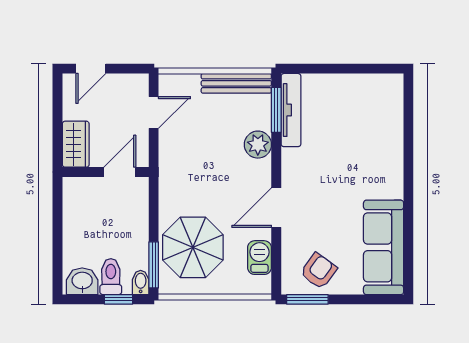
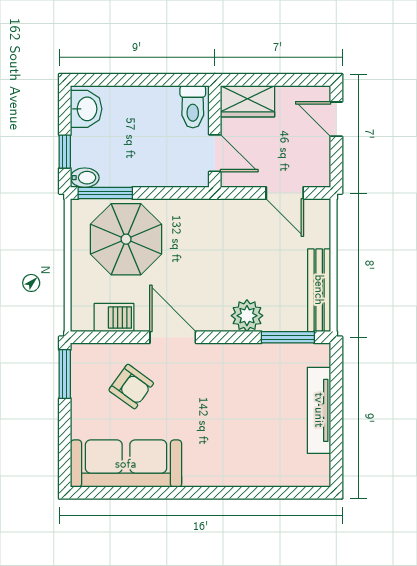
tv unit: (291, 110) -> (319, 410), moved, turned 90
armchair: (319, 271) -> (131, 387), moved
toilet: (111, 277) -> (193, 107), moved, turned 90

